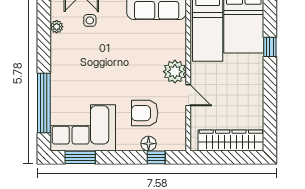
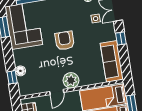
armchair: (145, 113) -> (65, 41), moved

